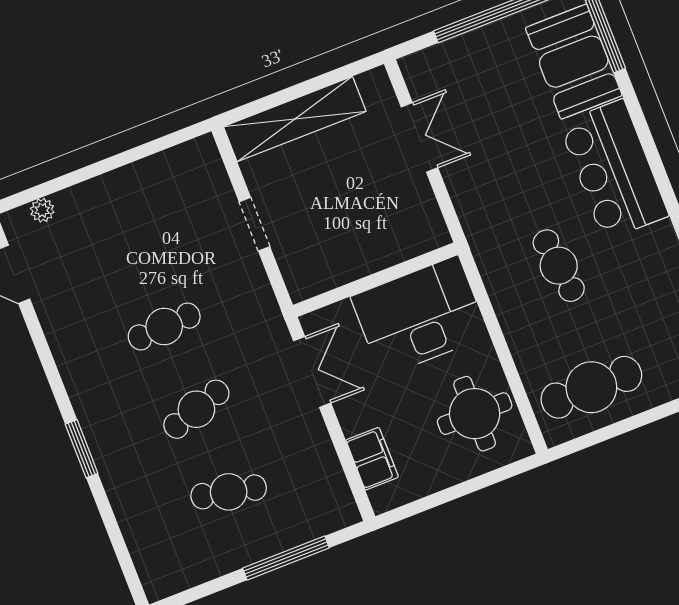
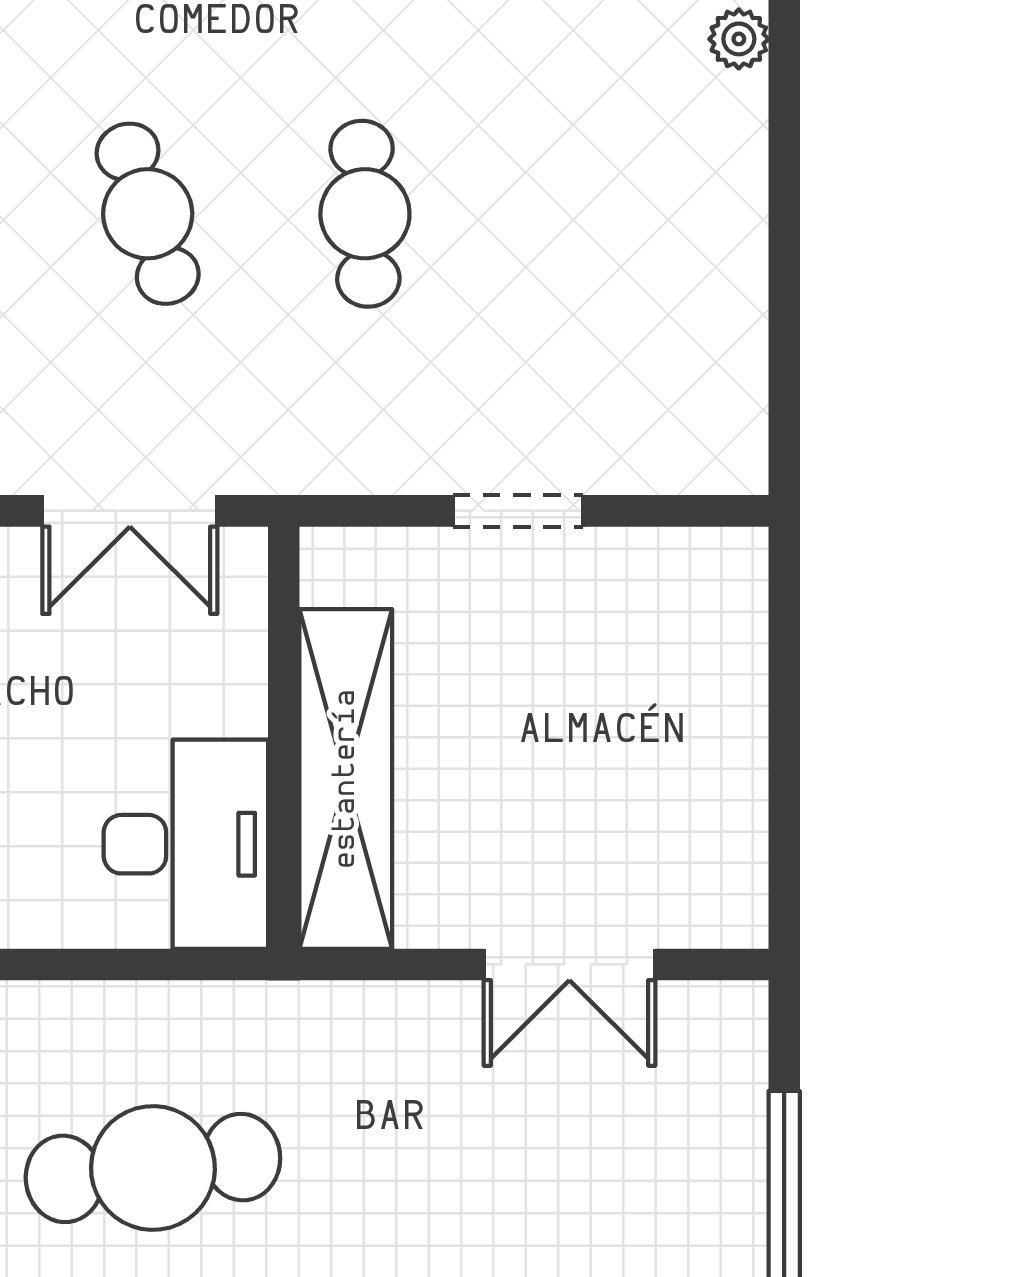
shelving: (295, 119) -> (346, 779), moved
cafe table: (559, 266) -> (153, 1168), width x1.37, depth x1.35
desk: (420, 316) -> (186, 844), width x0.73, depth x0.77

